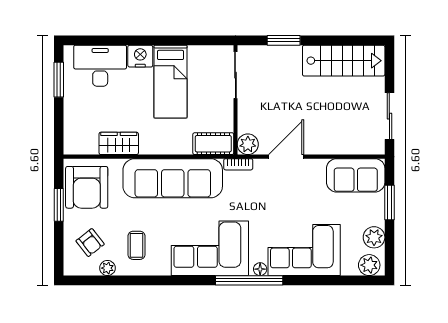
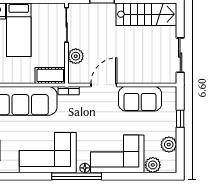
plant: (248, 144) -> (76, 56), moved
sofa: (356, 175) -> (140, 99), moved
window: (389, 202) -> (180, 119), width x0.67
plant: (369, 265) -> (153, 165), moved

